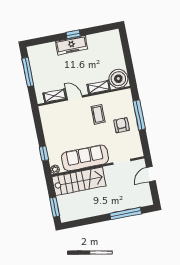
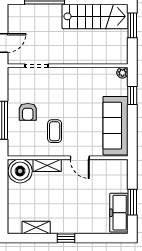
freezer: (72, 45) -> (119, 213), moved, turned -90
window: (28, 72) -> (132, 202), width x0.69
shelving: (55, 96) -> (36, 228), moved
sofa: (85, 158) -> (115, 126), moved, turned 90
stairs: (79, 181) -> (95, 16), moved, turned 180

